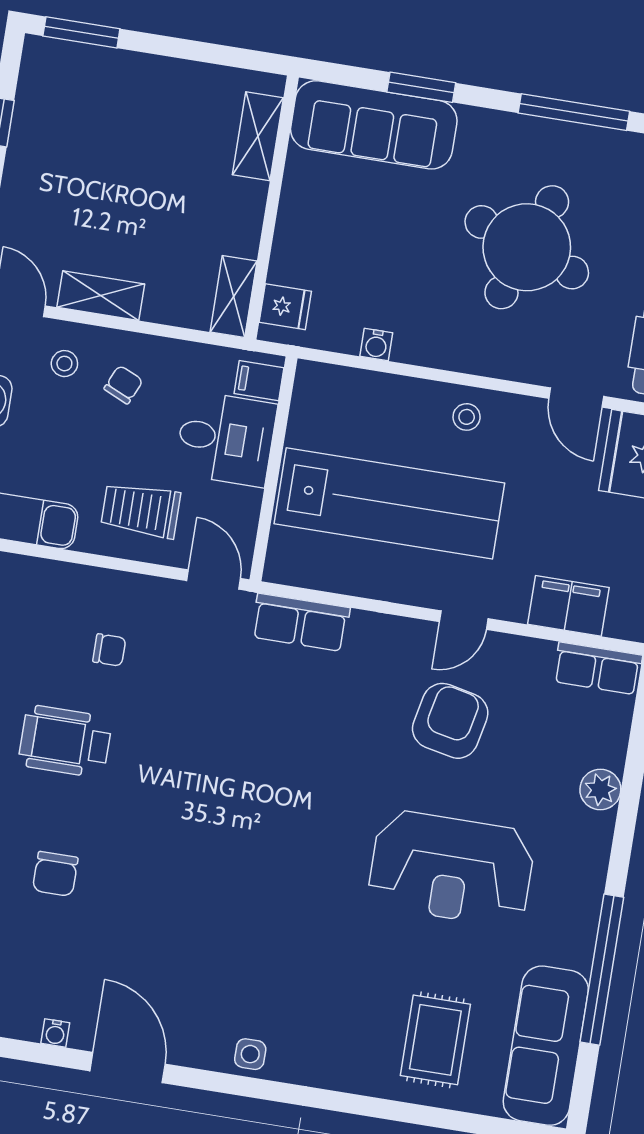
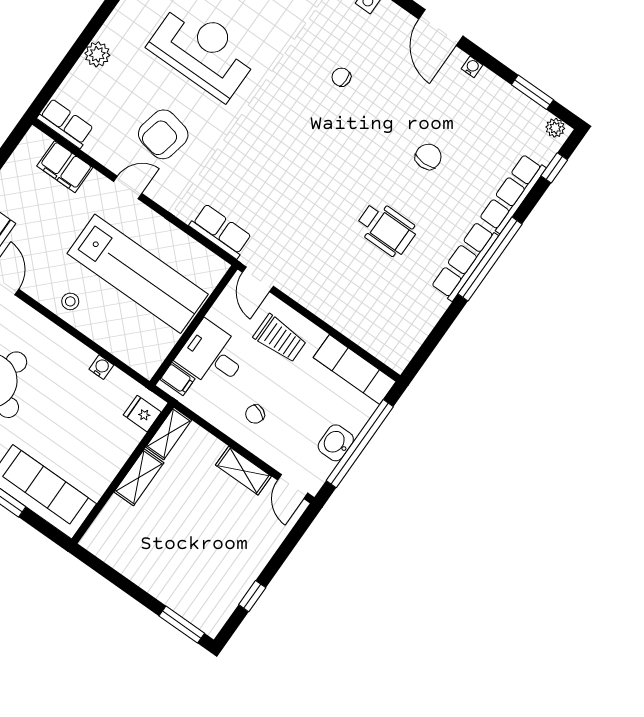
shelving: (258, 136) -> (139, 477), moved
stool: (64, 364) -> (283, 442), removed
lab bench: (389, 503) -> (138, 274), turned 180
chair: (109, 650) -> (341, 77), moved

